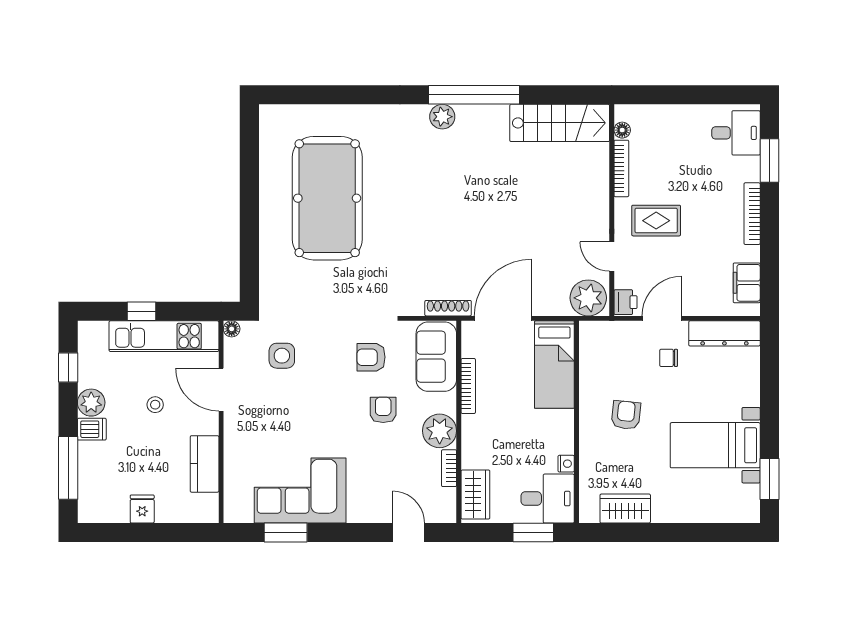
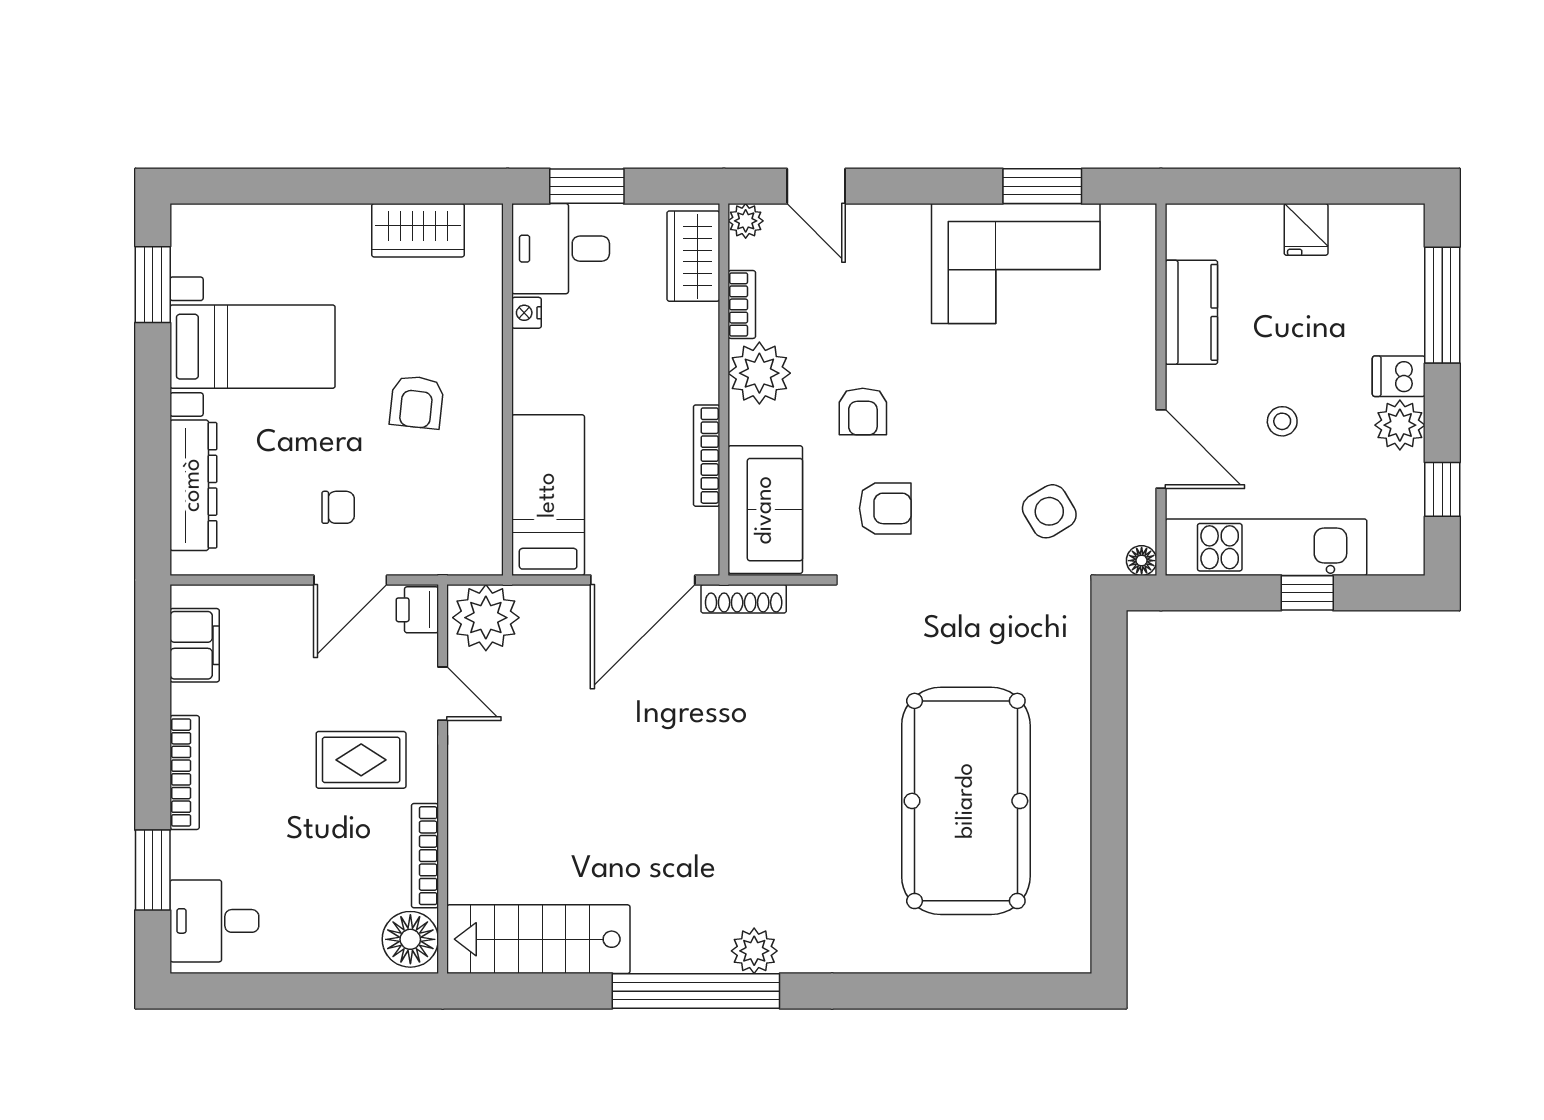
floor lamp: (622, 130) -> (410, 939), width x1.89, depth x1.89
dresser: (724, 333) -> (193, 485), moved, turned 90
side table: (282, 356) -> (1049, 511), turned -31
plant: (447, 514) -> (746, 221), added

